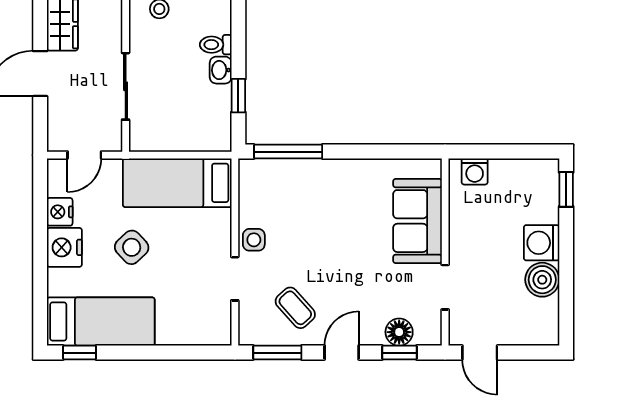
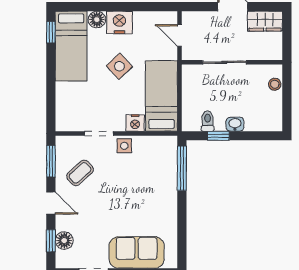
toilet: (216, 45) -> (208, 121), moved
nightstand: (60, 212) -> (135, 123), moved, turned 180
floor lamp: (60, 282) -> (97, 20), added

